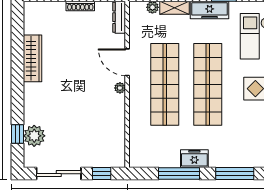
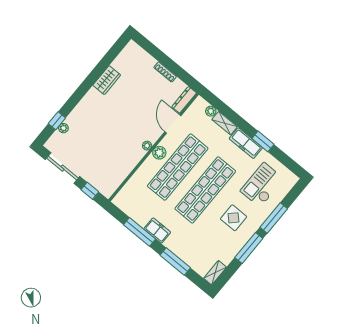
wardrobe: (32, 58) -> (107, 80), width x0.67
door: (127, 62) -> (173, 124), moved
plant: (137, 85) -> (159, 153), added
plant: (34, 136) -> (63, 128), width x0.53, depth x0.53

